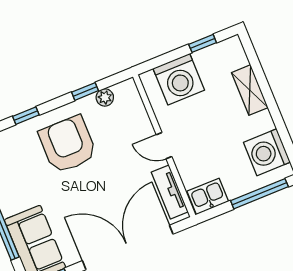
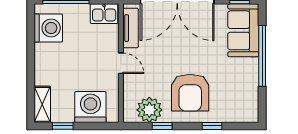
shelving: (250, 90) -> (42, 104), moved
plant: (105, 97) -> (149, 110), width x1.87, depth x1.87

